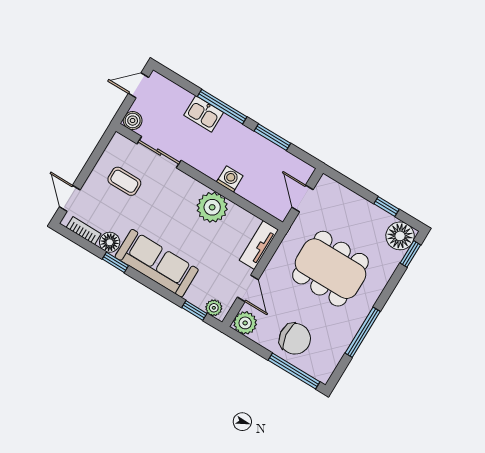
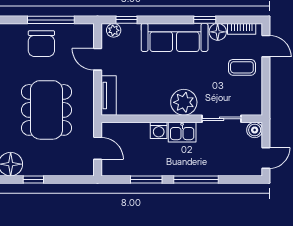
kitchen sink: (204, 114) -> (182, 132), moved, turned 180
coffee table: (124, 181) -> (242, 67), moved
plant: (212, 207) -> (184, 102), moved
dining table: (330, 269) -> (46, 110), turned 90
plant: (245, 323) -> (84, 33), removed
chair: (295, 339) -> (41, 44), turned -84
window: (294, 371) -> (51, 20), moved

